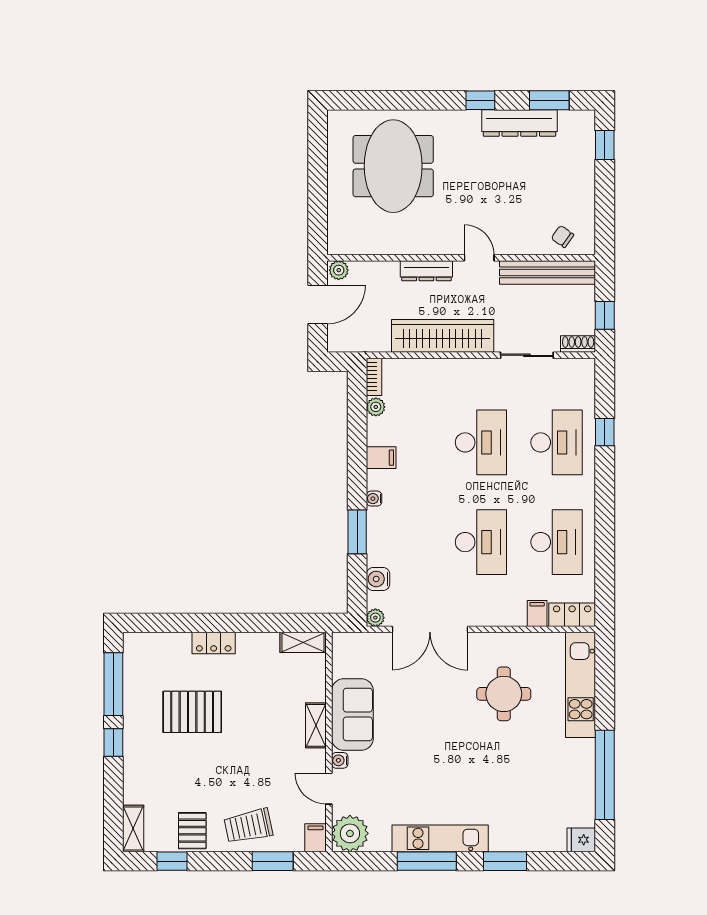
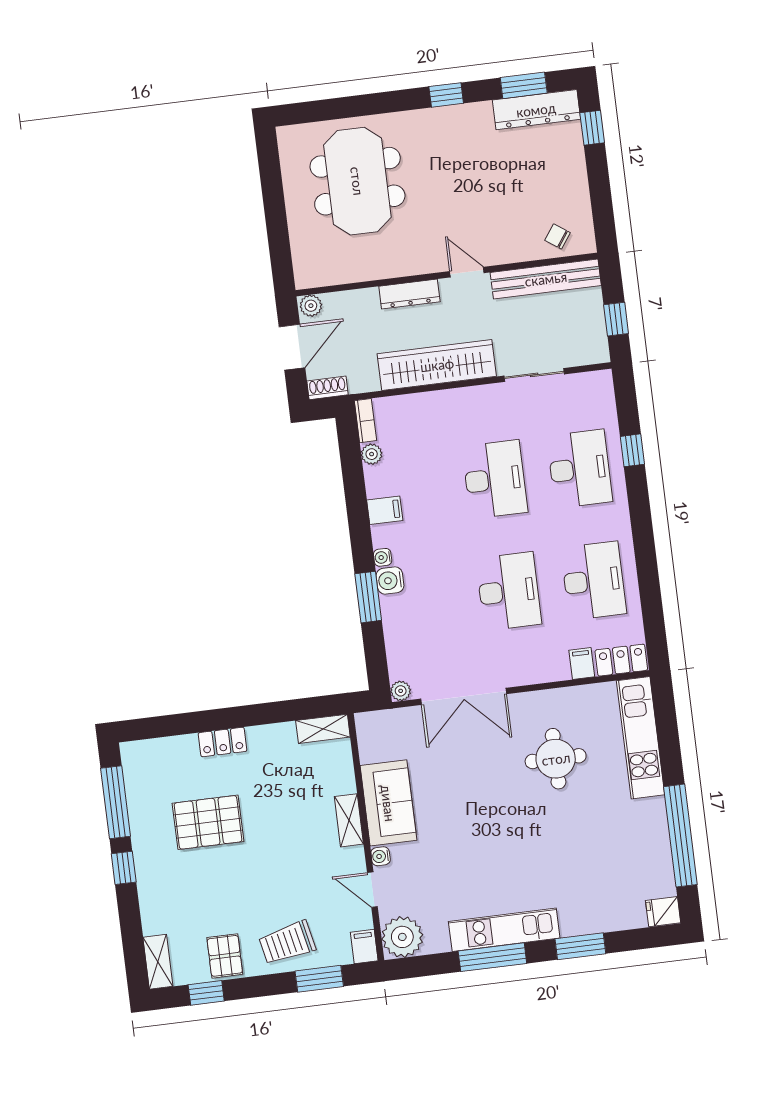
dresser: (519, 123) -> (536, 110), moved
shoe rack: (578, 344) -> (328, 388), moved
water cooler: (378, 579) -> (390, 580), moved

